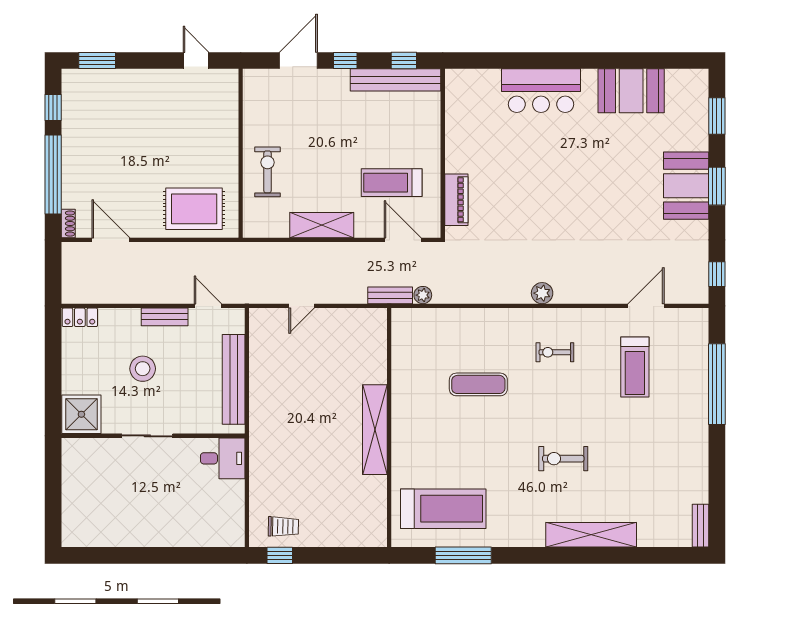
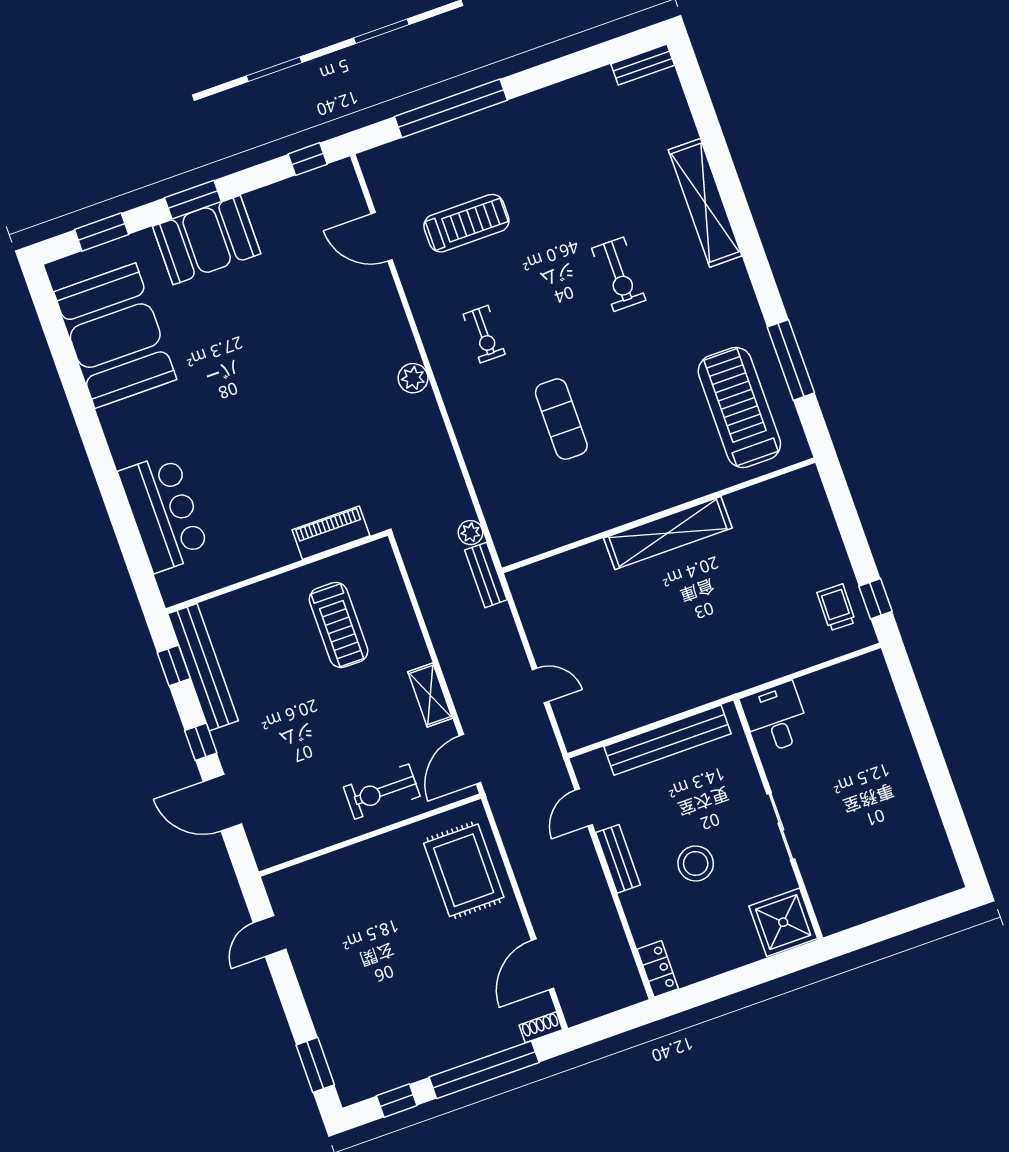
bar counter: (541, 91) -> (164, 513), moved
booth: (631, 91) -> (115, 336), width x1.36, depth x1.42
shelving: (322, 225) -> (430, 695), width x0.67, depth x0.75
door: (403, 240) -> (470, 759), moved

